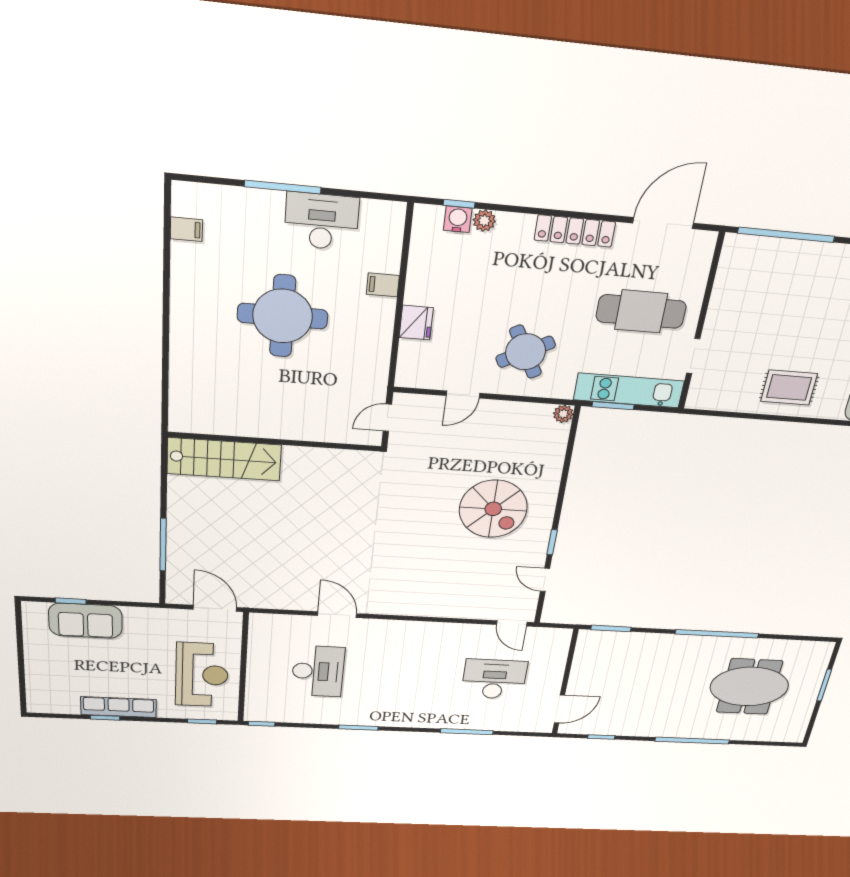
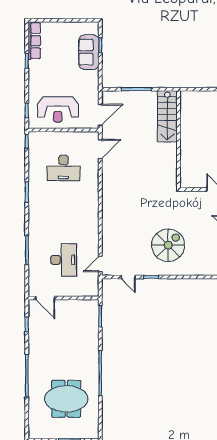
wall: (275, 442) -> (178, 139), moved
stairs: (224, 459) -> (167, 116), moved
spiral stairs: (493, 509) -> (168, 245), turned 180
door: (545, 580) -> (128, 277), swing flipped
door: (337, 615) -> (100, 149), moved
meeting table: (749, 687) -> (66, 399), turned 90
row of seats: (119, 707) -> (34, 41), moved

